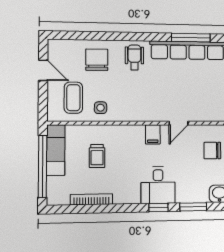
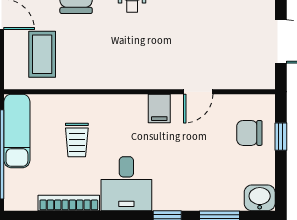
side table: (101, 108) -> (82, 69), removed
desk: (158, 185) -> (126, 184), moved

